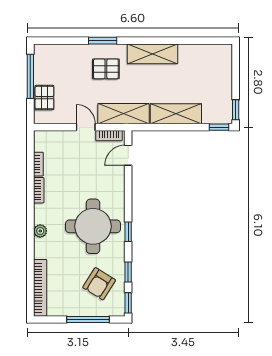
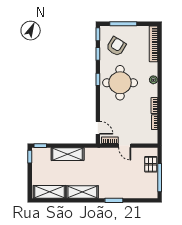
pallet: (106, 69) -> (112, 182), removed
shelving: (123, 114) -> (49, 192), moved
door: (128, 155) -> (98, 128), hinge flipped

